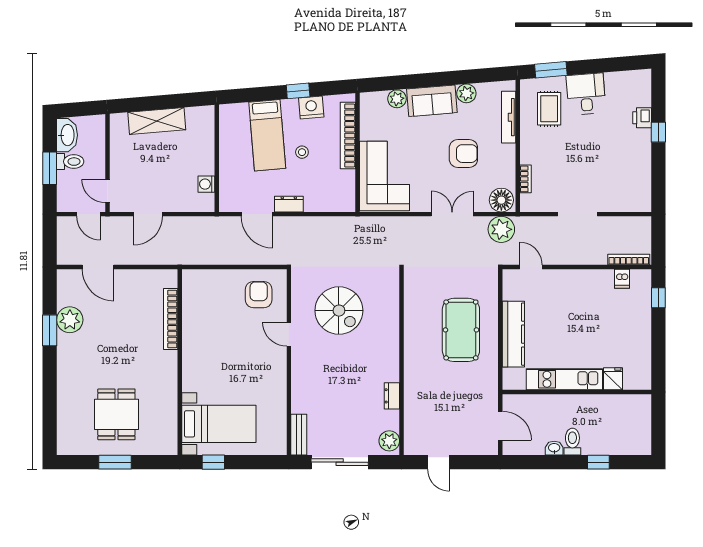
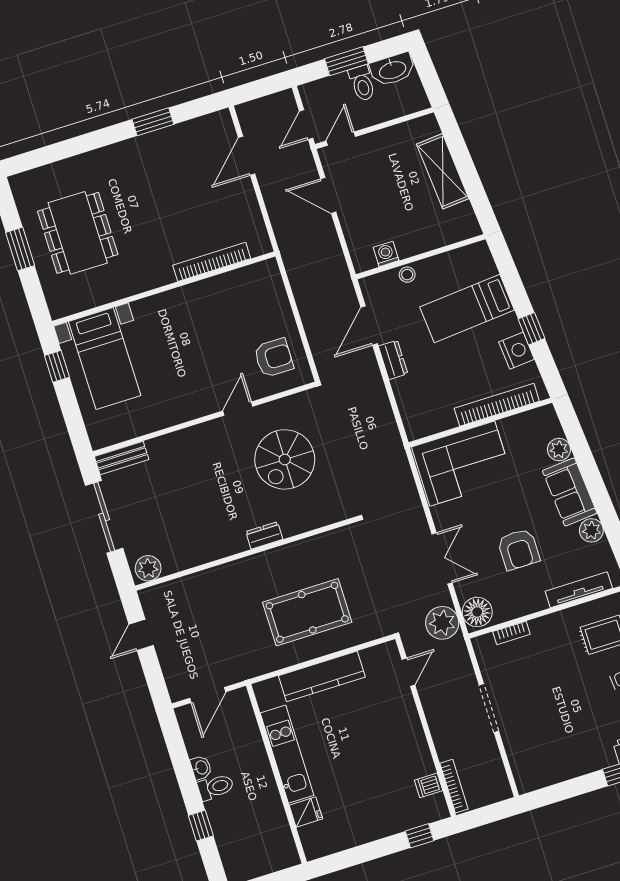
stool: (302, 152) -> (407, 275), moved
plant: (70, 320) -> (173, 142), removed
dresser: (392, 396) -> (264, 535), moved
dining table: (116, 414) -> (78, 233), width x1.38

